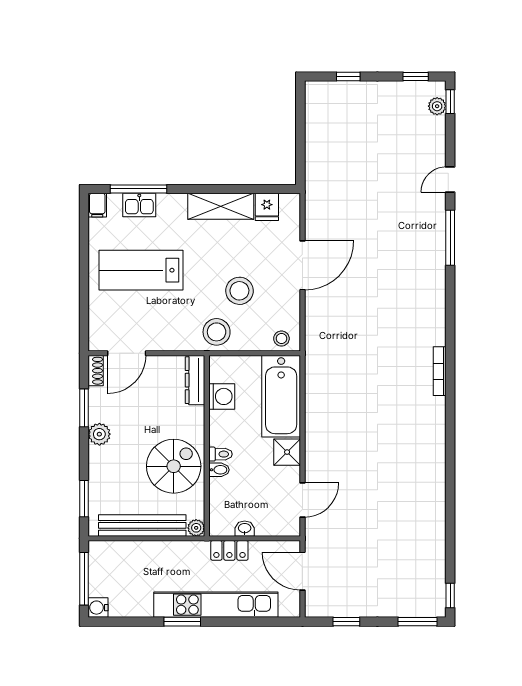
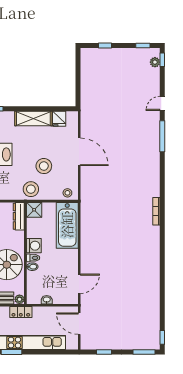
door: (302, 265) -> (79, 152), hinge flipped
washing machine: (222, 396) -> (34, 246), moved
shower: (287, 452) -> (34, 210), moved
locker: (229, 550) -> (21, 312), moved

